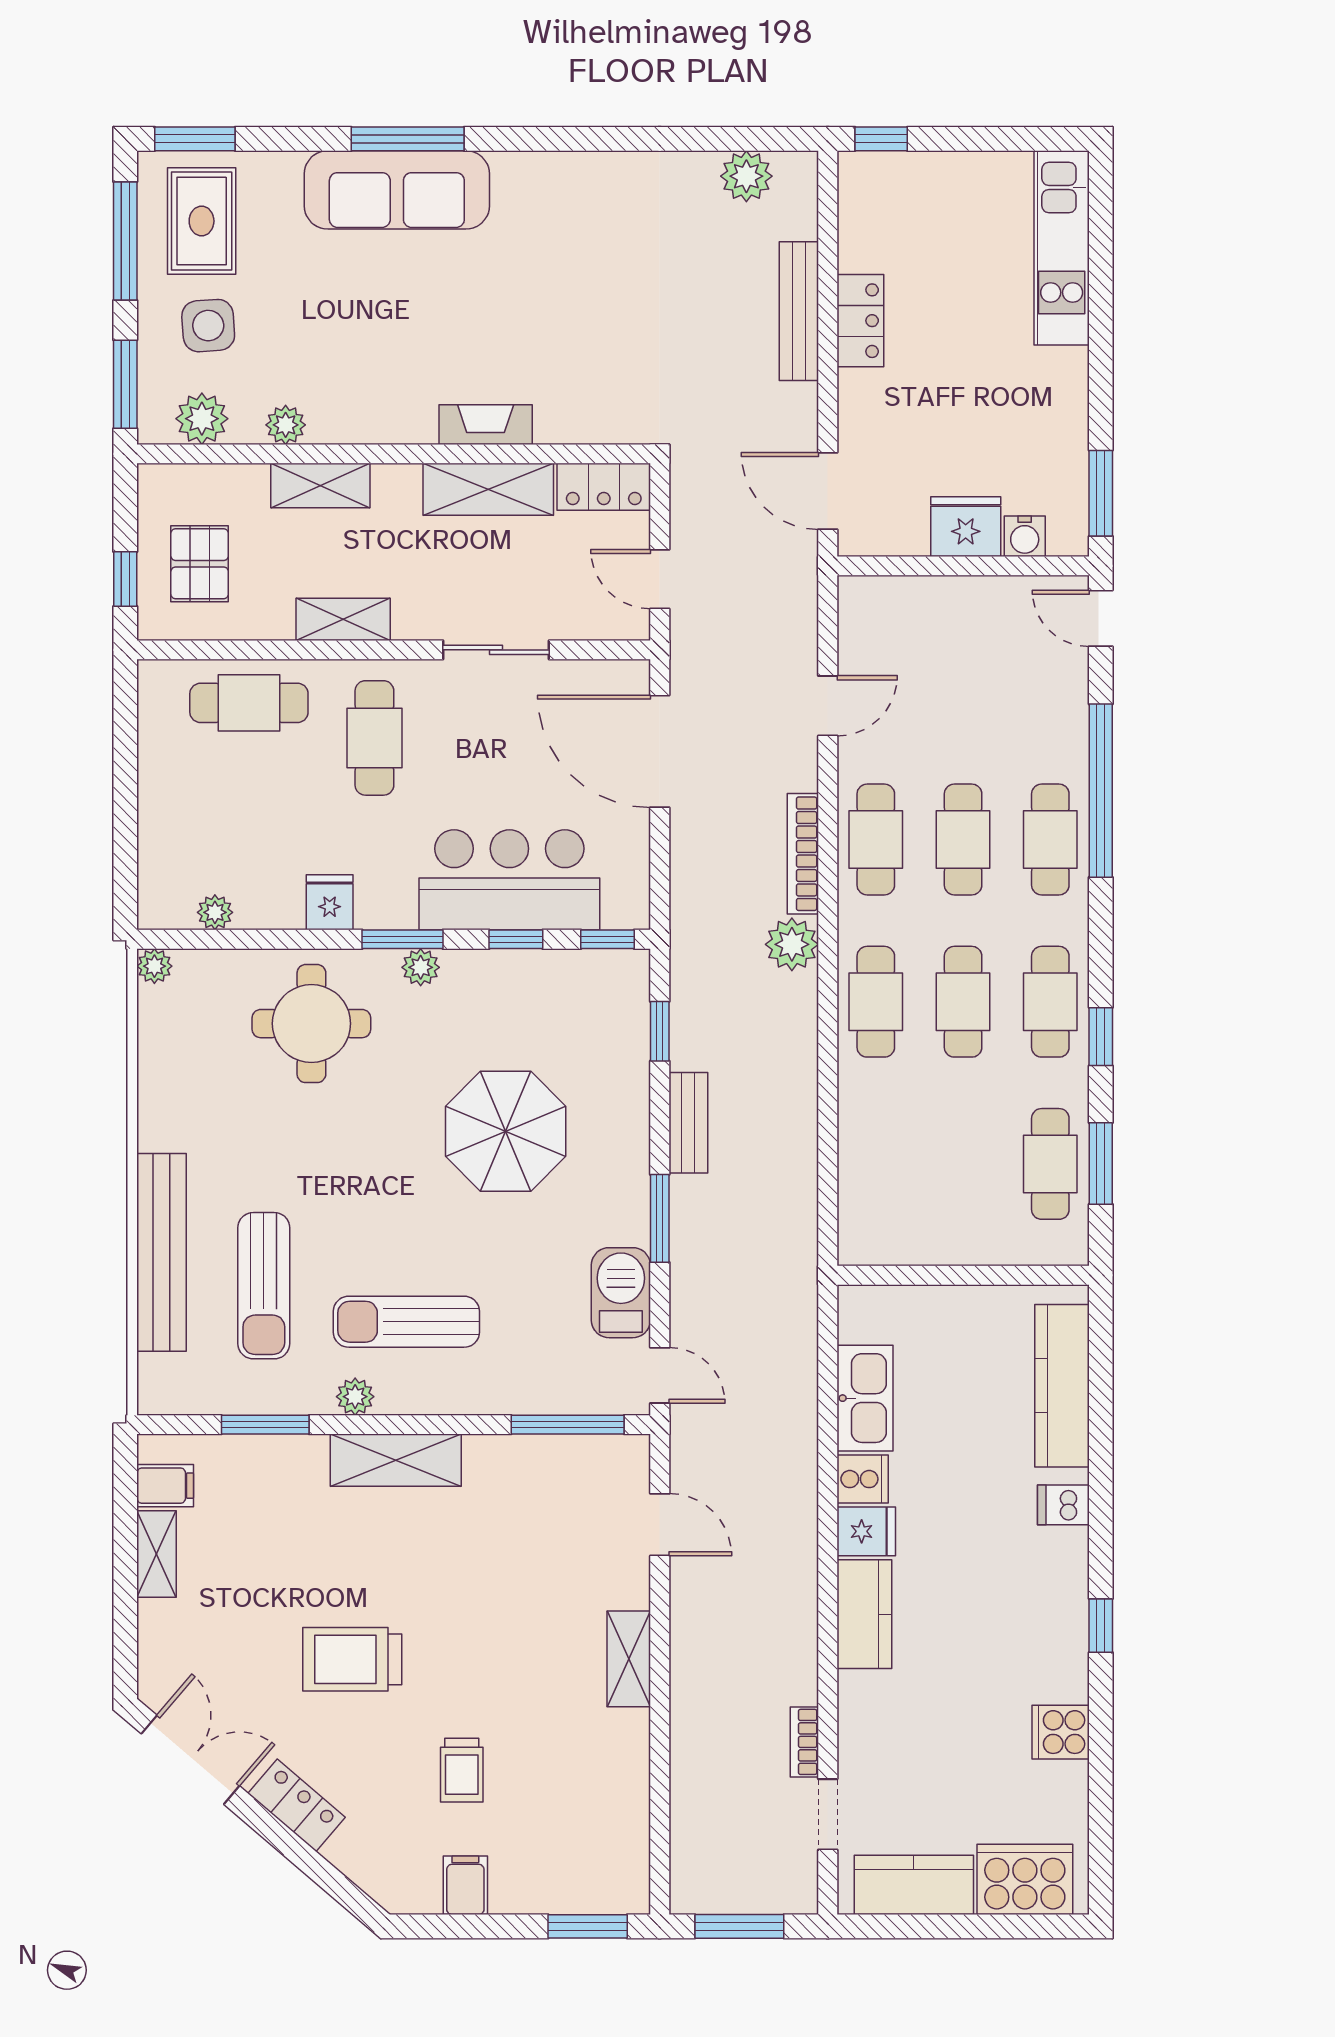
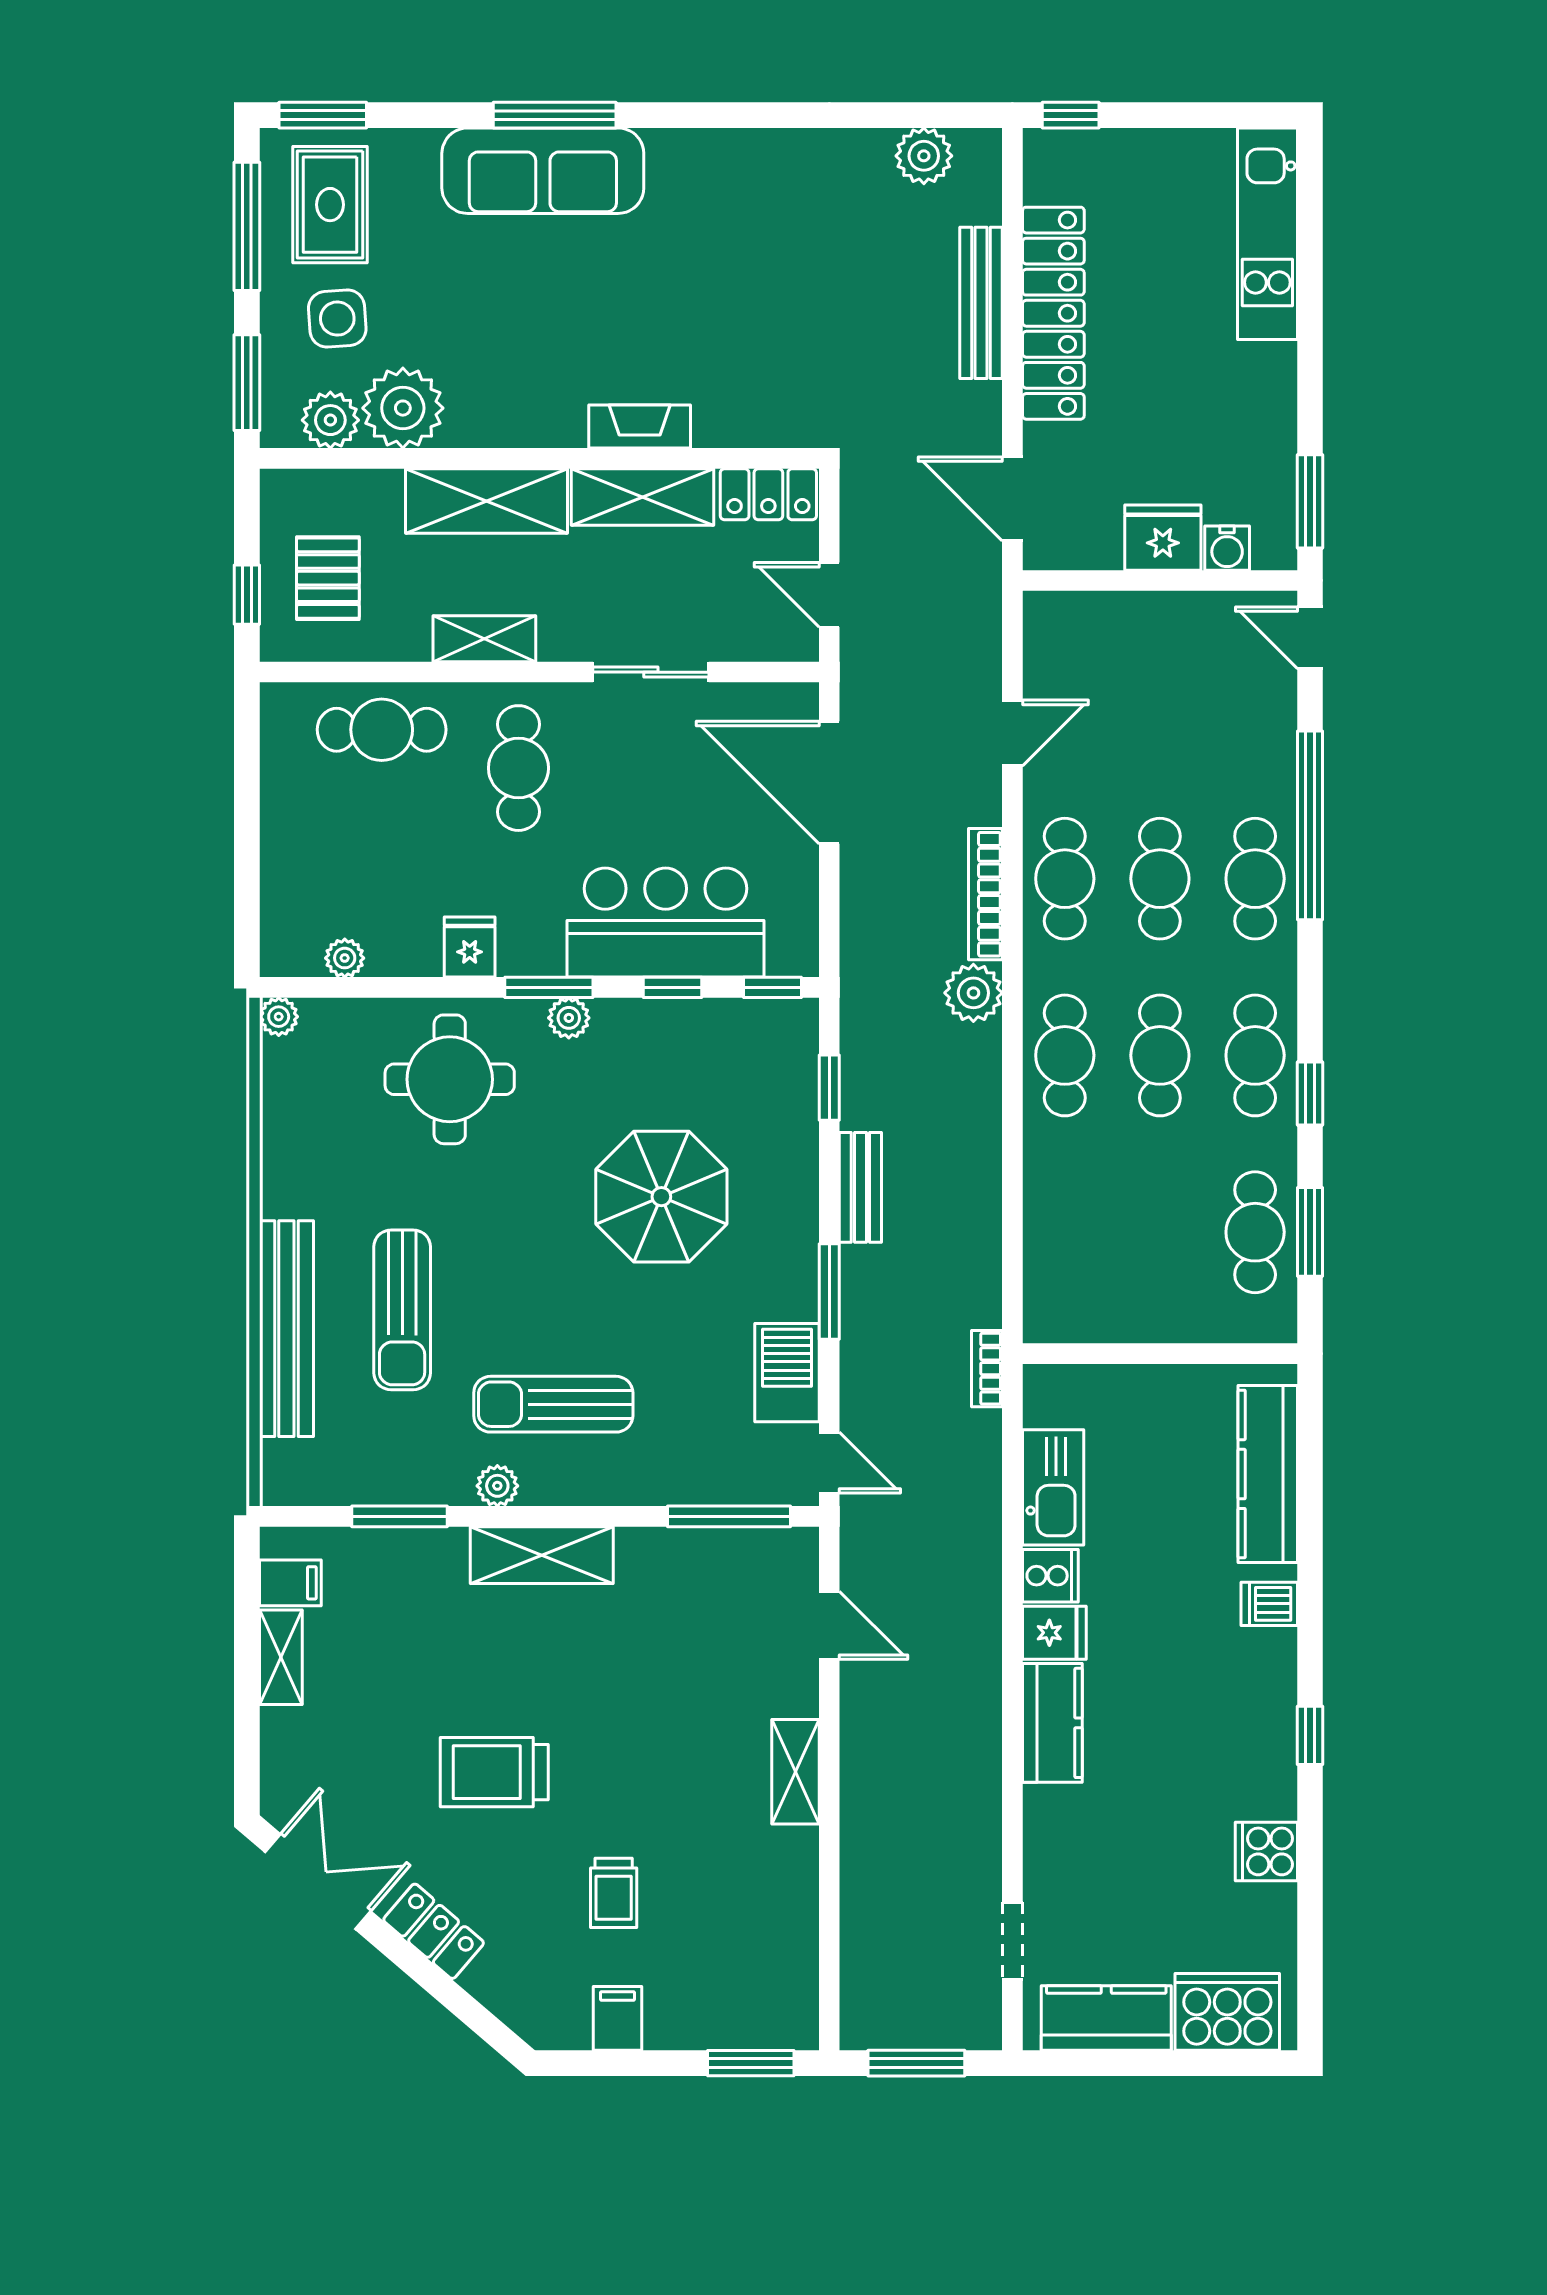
locker: (860, 321) -> (1053, 313), width x2.16, depth x1.21
plant: (286, 425) -> (403, 408), width x1.87, depth x1.87
shelving: (320, 485) -> (487, 501), width x1.50, depth x1.33
sun lounger: (264, 1286) -> (402, 1310), moved
bookcase: (804, 1742) -> (987, 1369), moved

